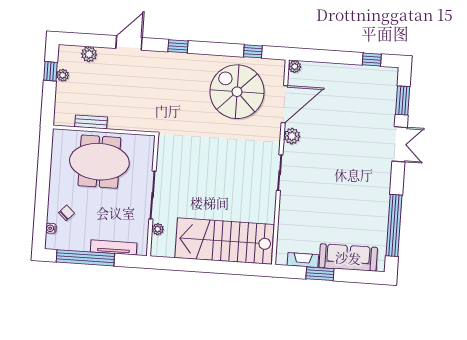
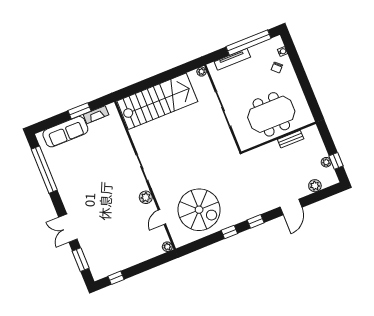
window: (253, 51) -> (229, 232), moved
door: (284, 104) -> (162, 217), width x0.53
plant: (158, 229) -> (202, 72), moved

